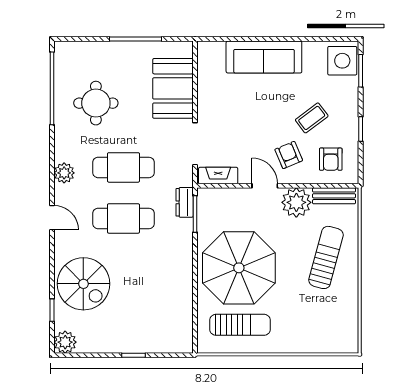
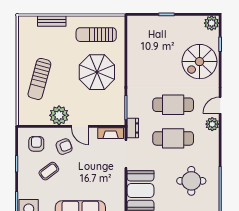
armchair: (289, 155) -> (64, 147), turned -88
plant: (64, 173) -> (212, 124), moved
bench: (334, 196) -> (52, 21), moved
dresser: (185, 202) -> (133, 128), moved
door: (52, 218) -> (220, 105), hinge flipped
parasol: (239, 268) -> (97, 72), width x0.73, depth x0.73
spiral stairs: (83, 284) -> (199, 62), turned -90

